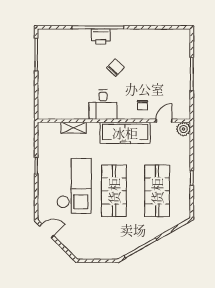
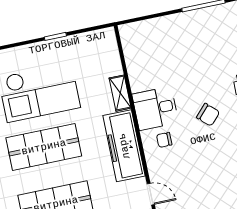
chair: (142, 105) -> (164, 140), moved
shelving: (74, 128) -> (120, 93), moved

